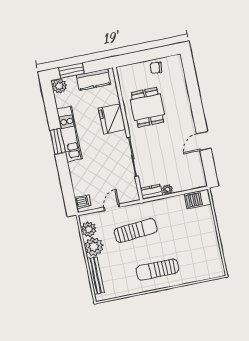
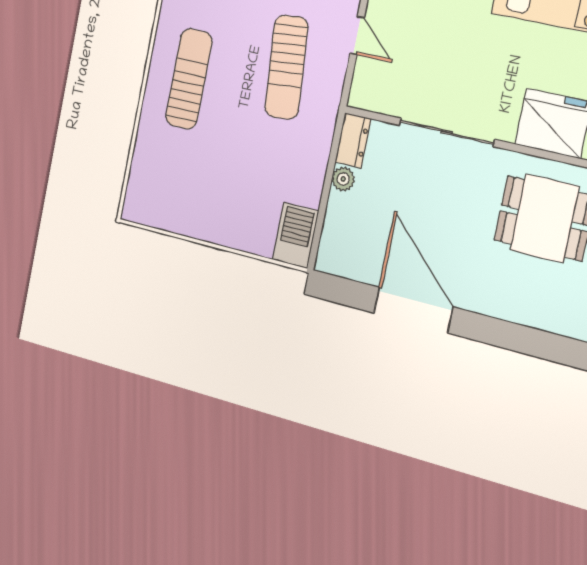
door: (204, 141) -> (413, 310), width x1.87

